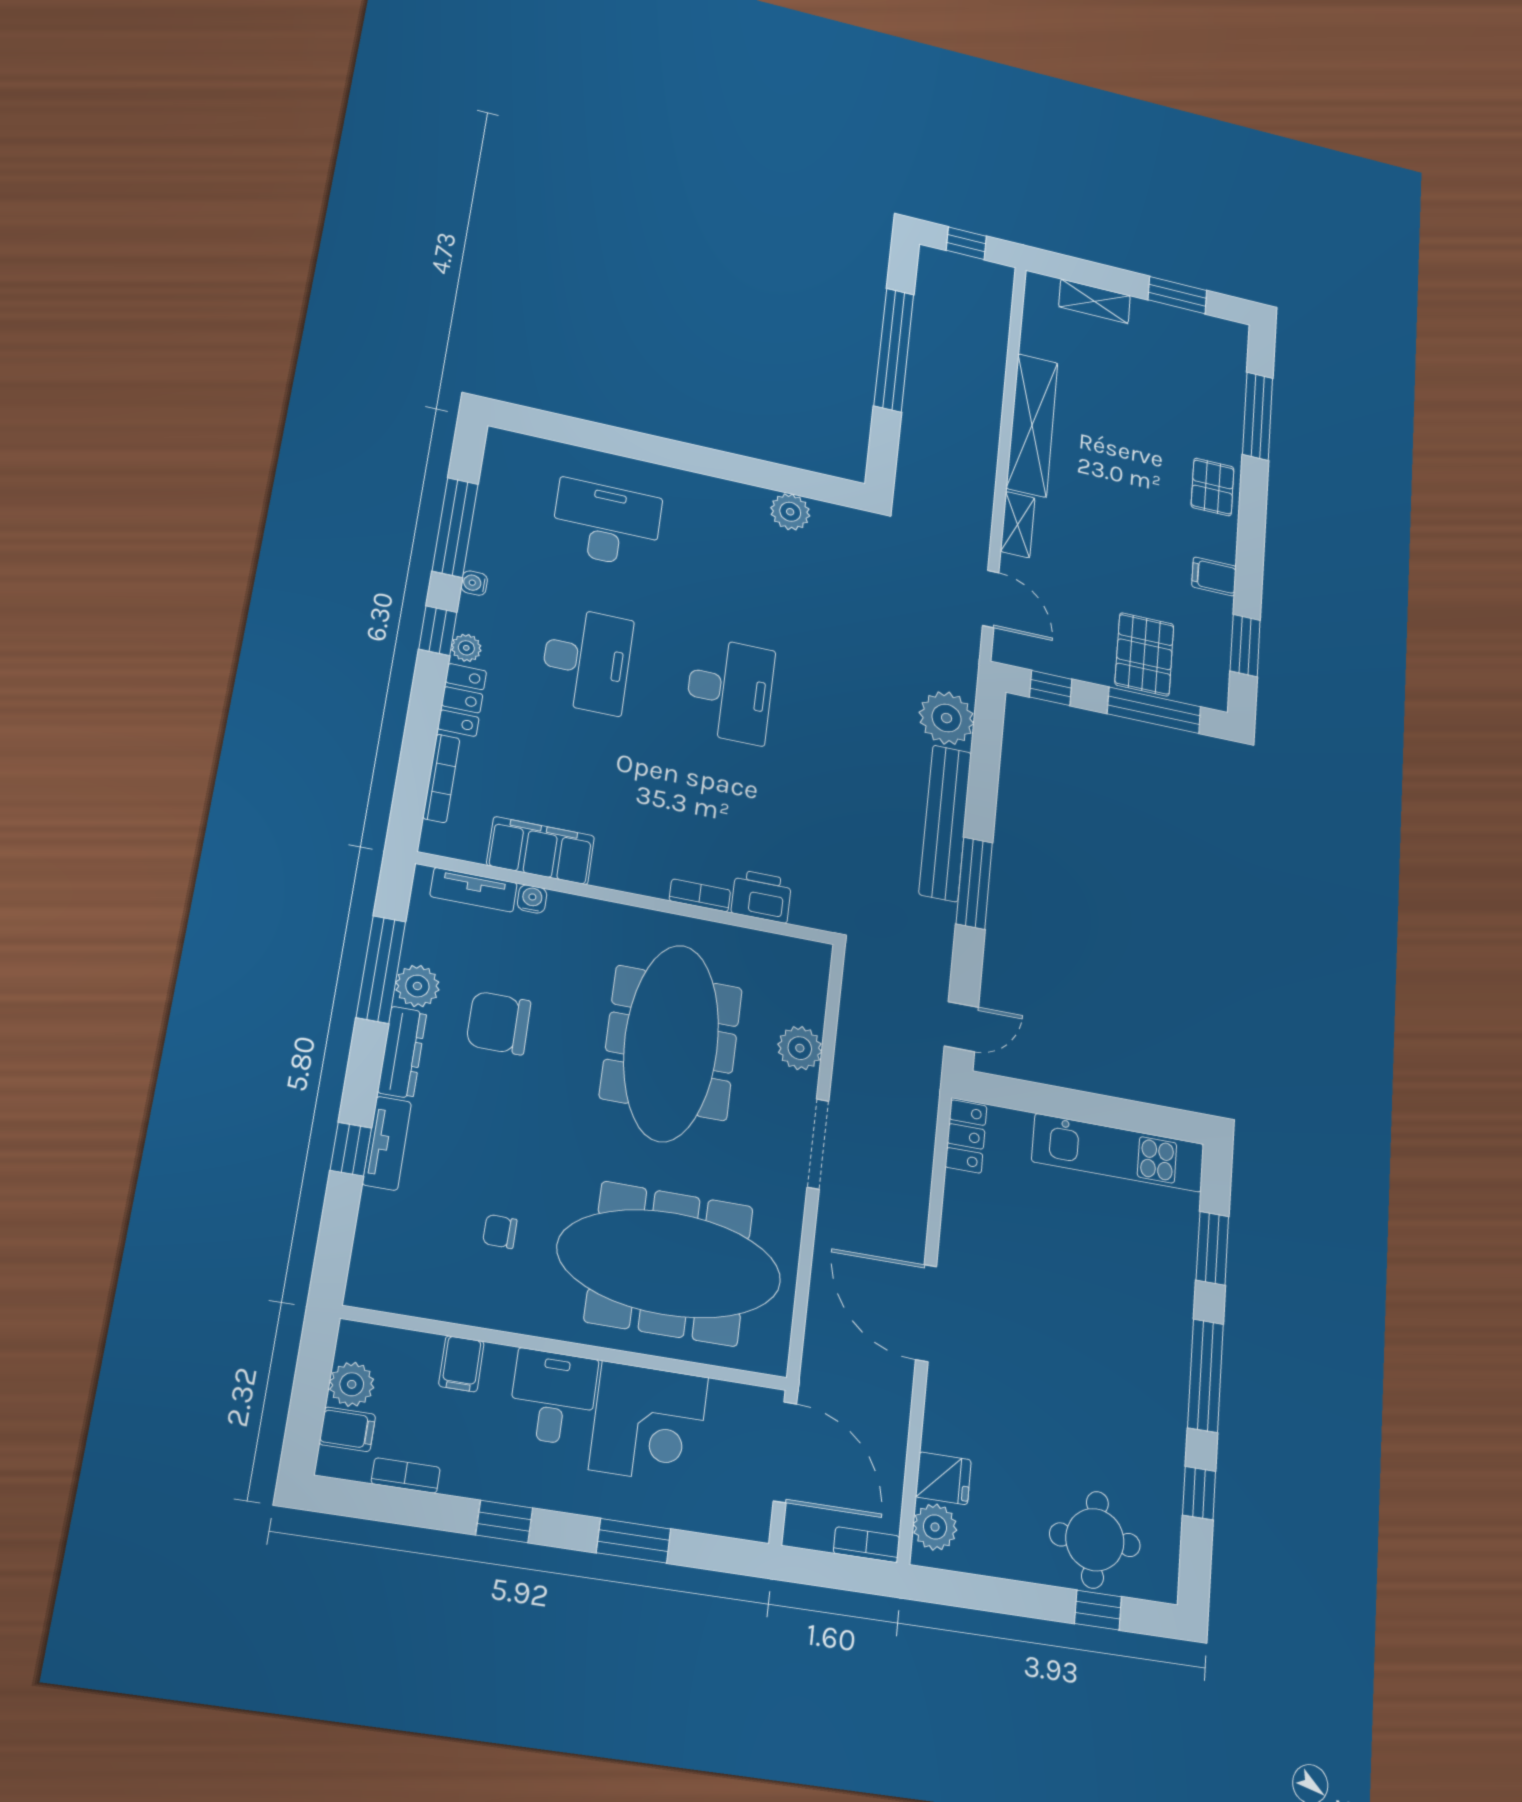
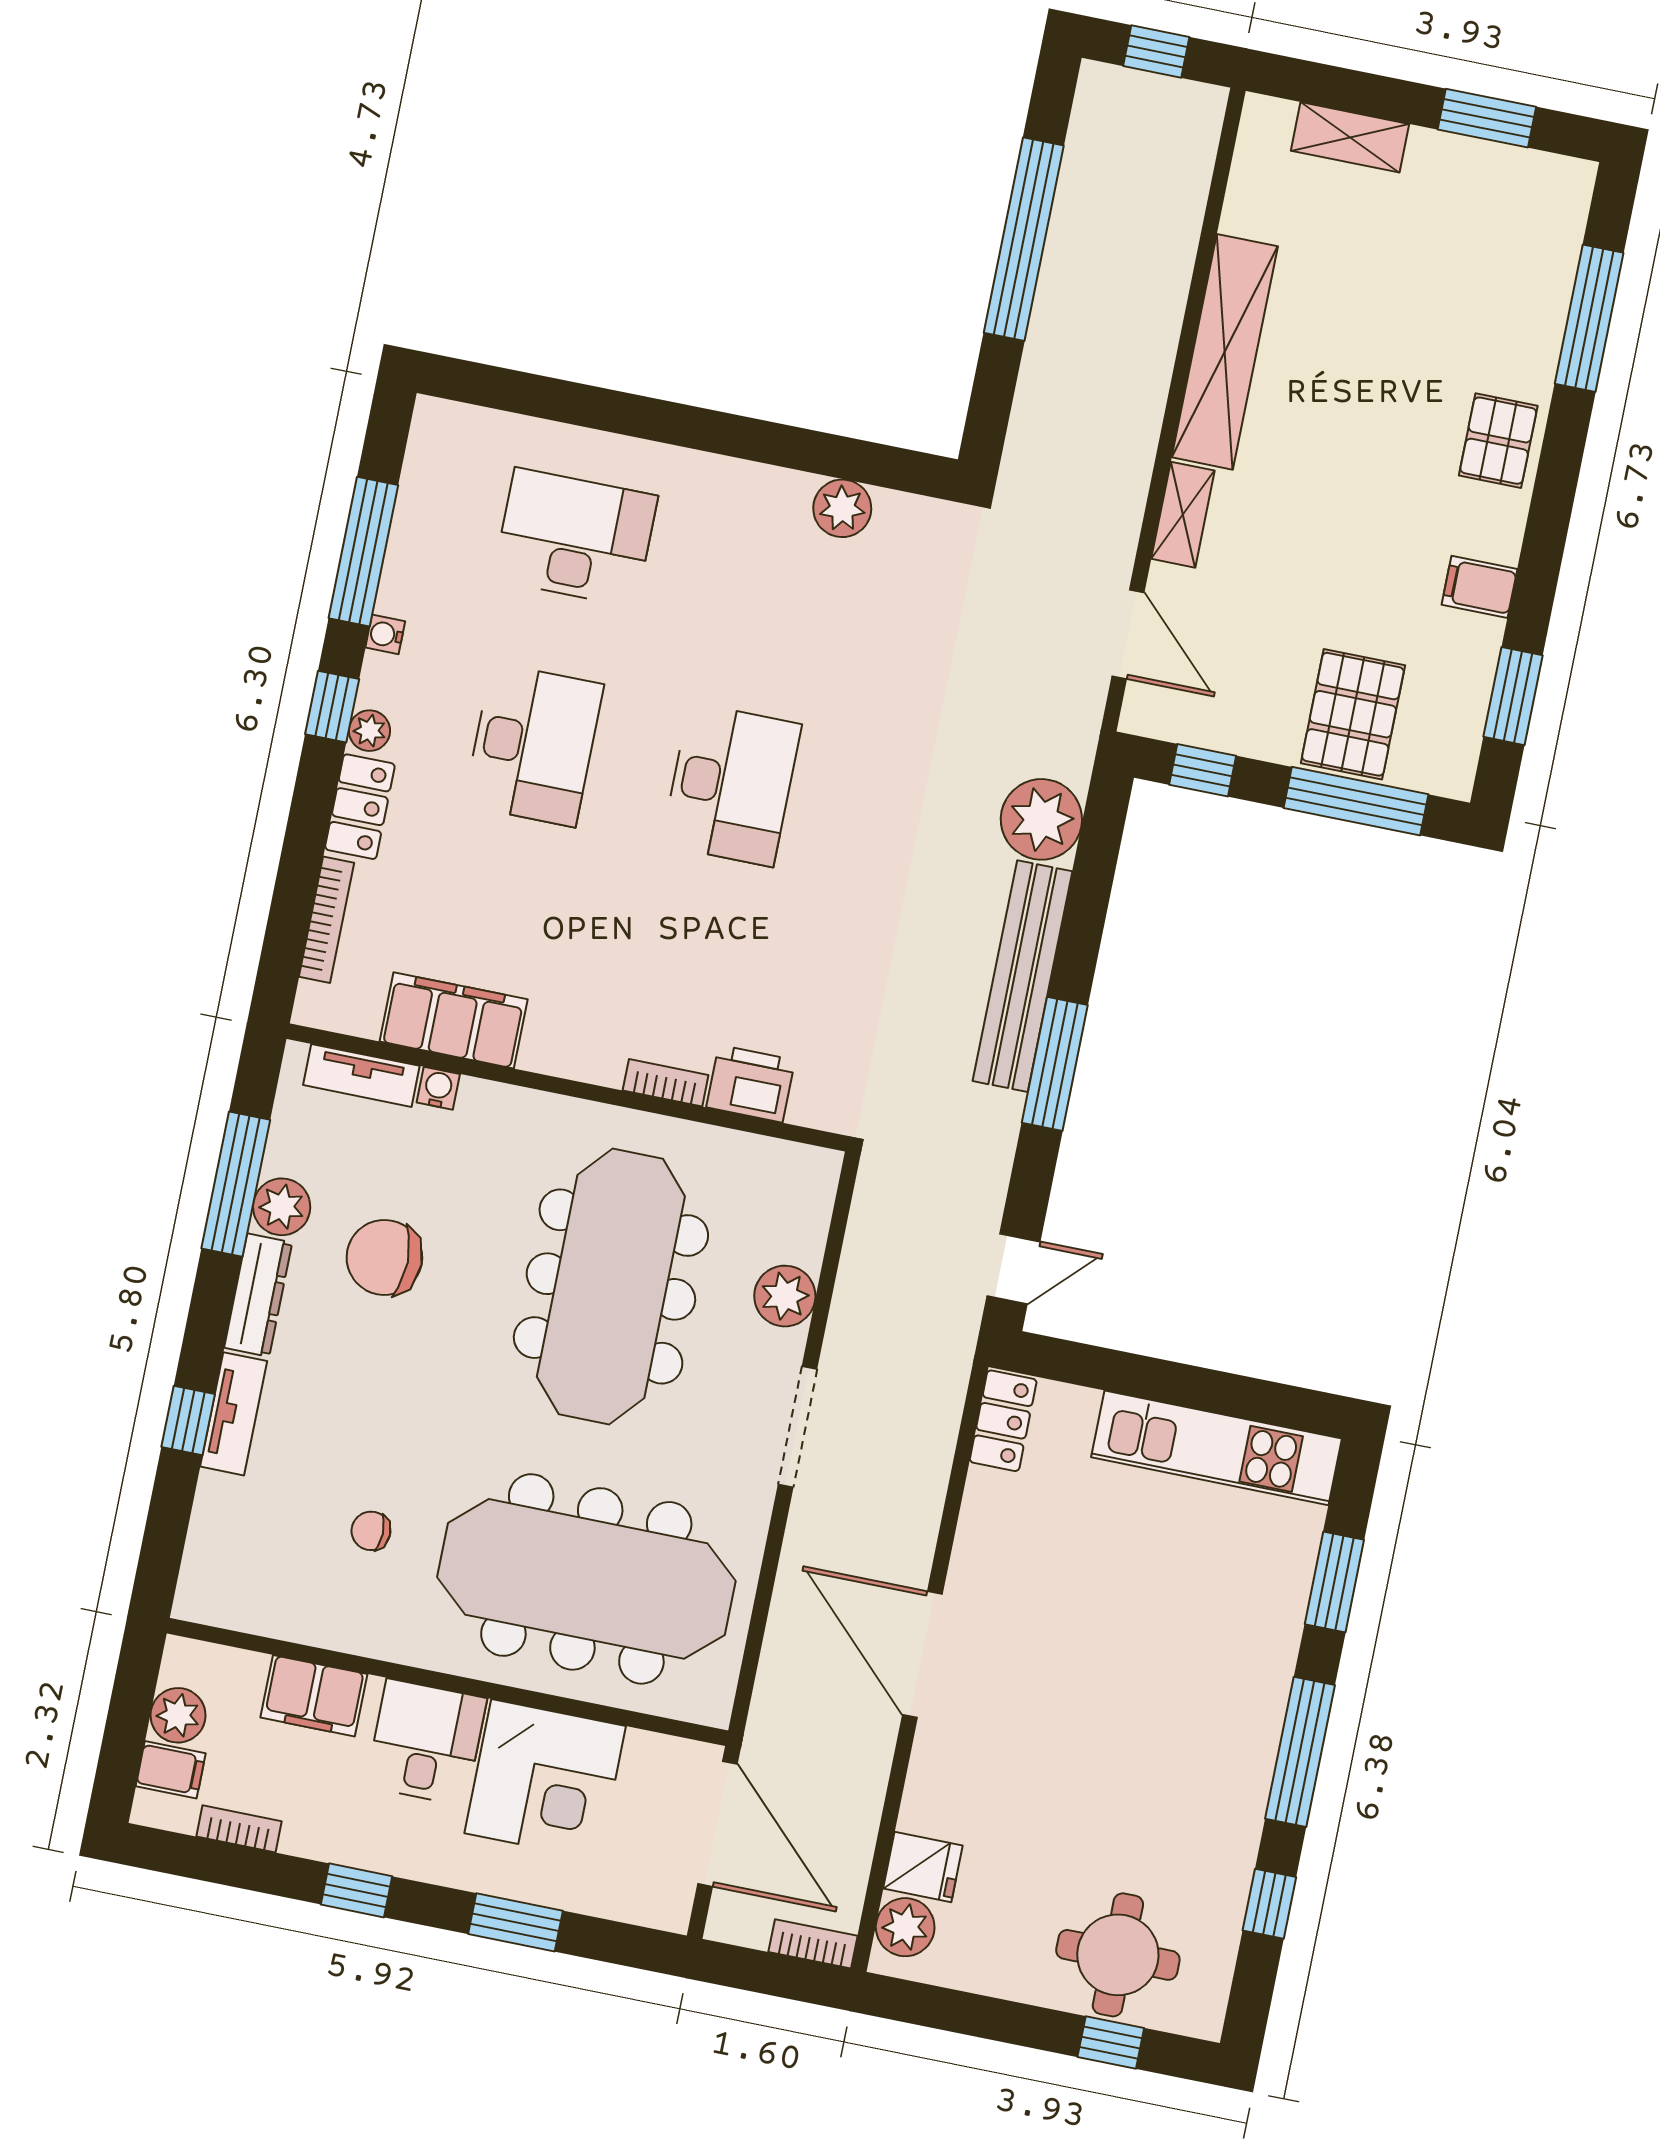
filing cabinet: (461, 1364) -> (314, 1696), width x2.00

